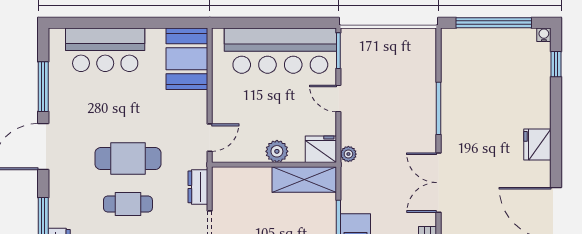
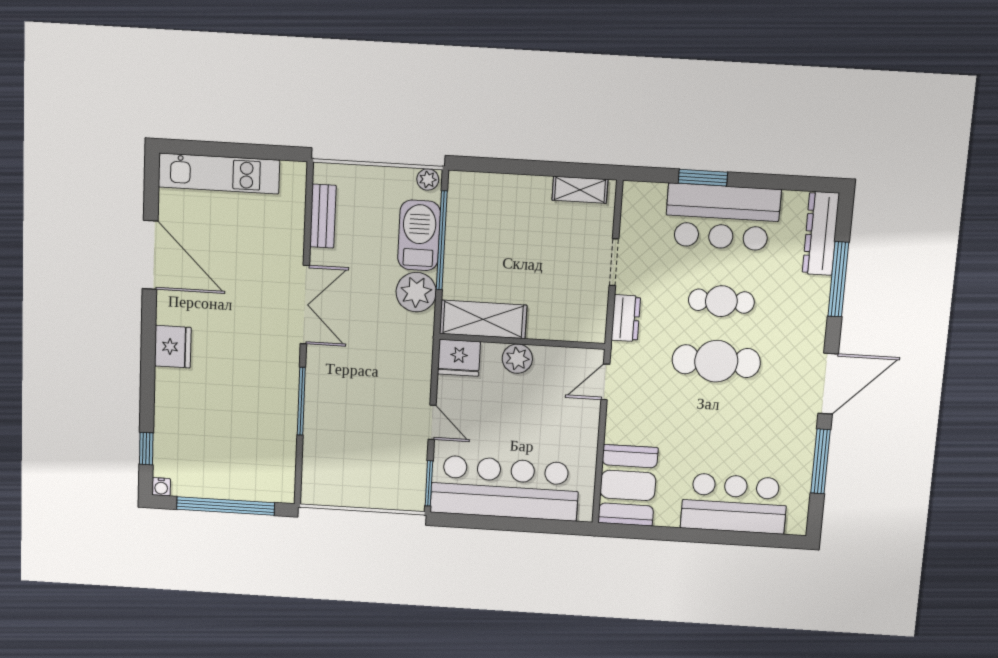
plant: (348, 154) -> (416, 292), moved, width x1.88, depth x1.88

